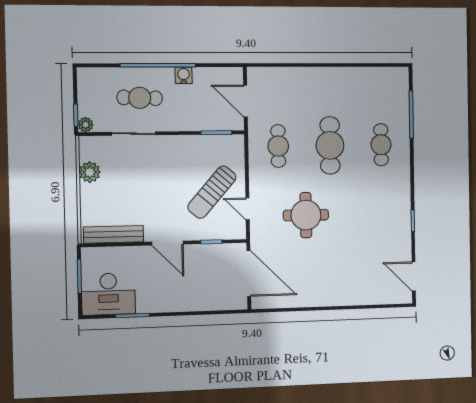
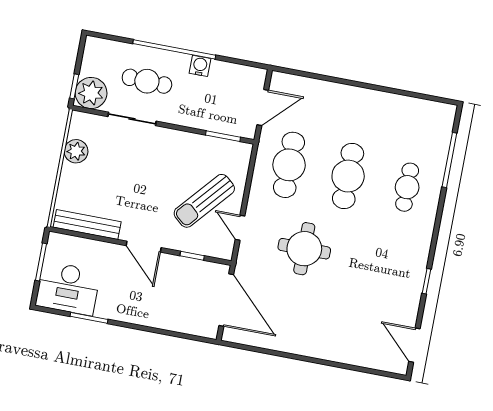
door: (245, 101) -> (263, 108), swing flipped
plant: (86, 125) -> (91, 93), width x1.87, depth x1.87
cafe table: (278, 146) -> (289, 165), width x1.37, depth x1.35

